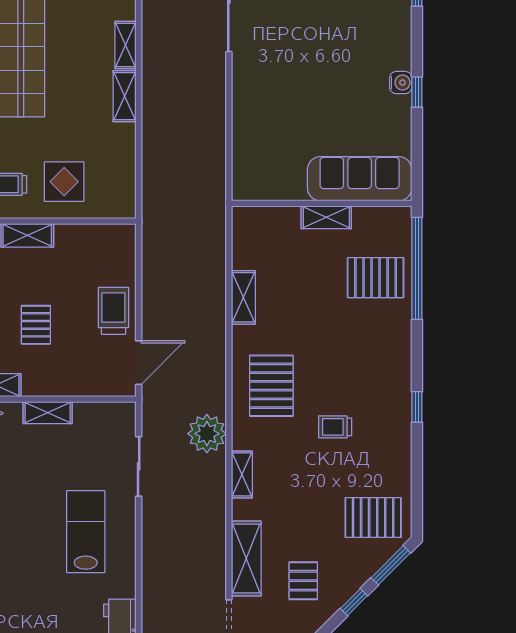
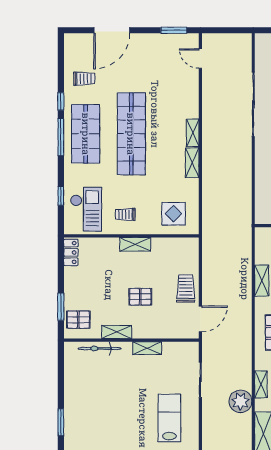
display table: (64, 182) -> (174, 214), moved
pallet: (36, 325) -> (140, 297), turned 90
plant: (207, 434) -> (240, 401), moved

